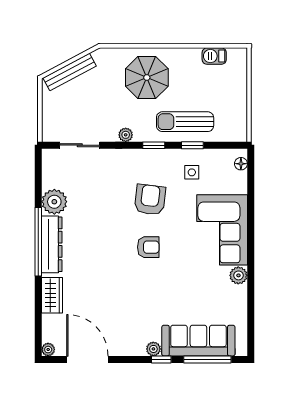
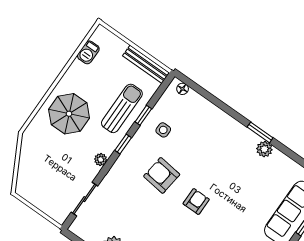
bench: (70, 72) -> (146, 64), moved, turned -62
sun lounger: (185, 122) -> (122, 108), turned 180
corner sofa: (222, 230) -> (222, 137), removed
window: (251, 261) -> (260, 132), added

